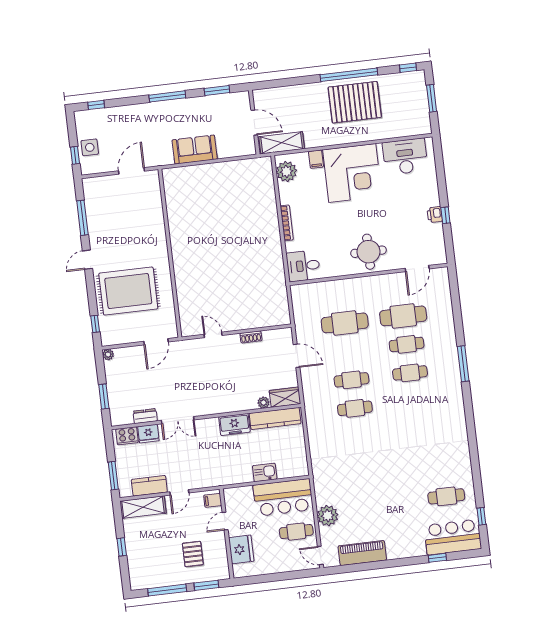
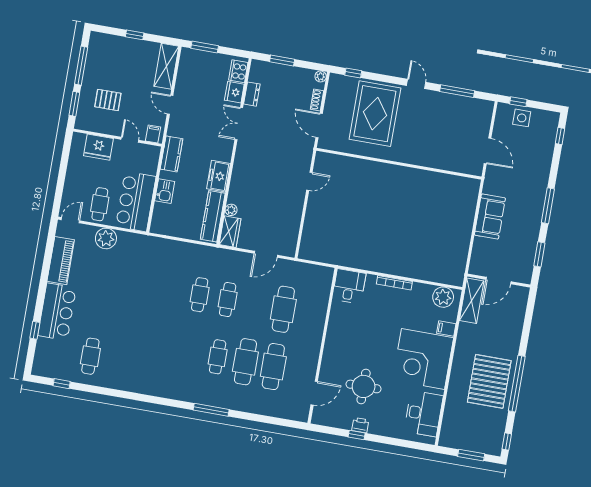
round table: (369, 252) -> (364, 386), moved
door: (417, 269) -> (314, 393), swing flipped
shoe rack: (251, 337) -> (317, 100), moved
cafe table: (407, 344) -> (245, 362), width x1.37, depth x1.35
kitchen counter: (149, 486) -> (171, 154), moved
bar counter: (453, 537) -> (57, 312), moved

